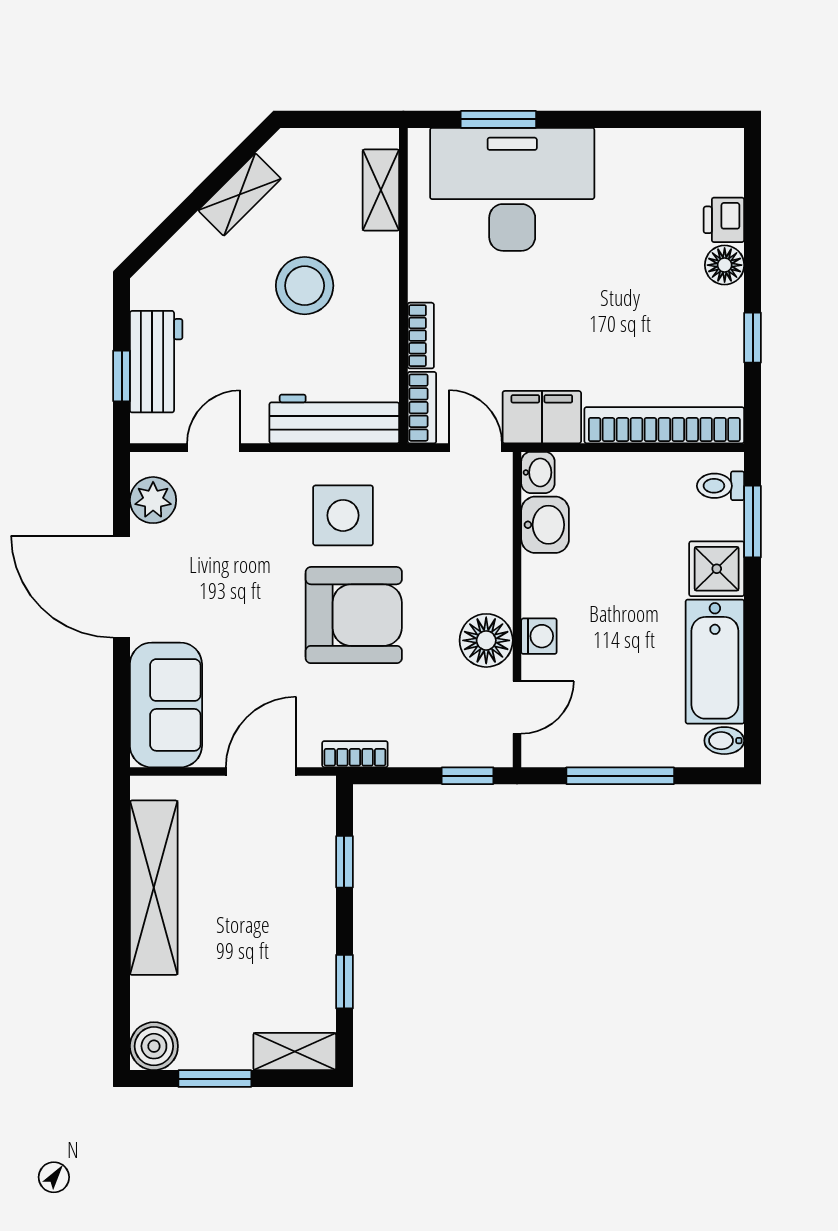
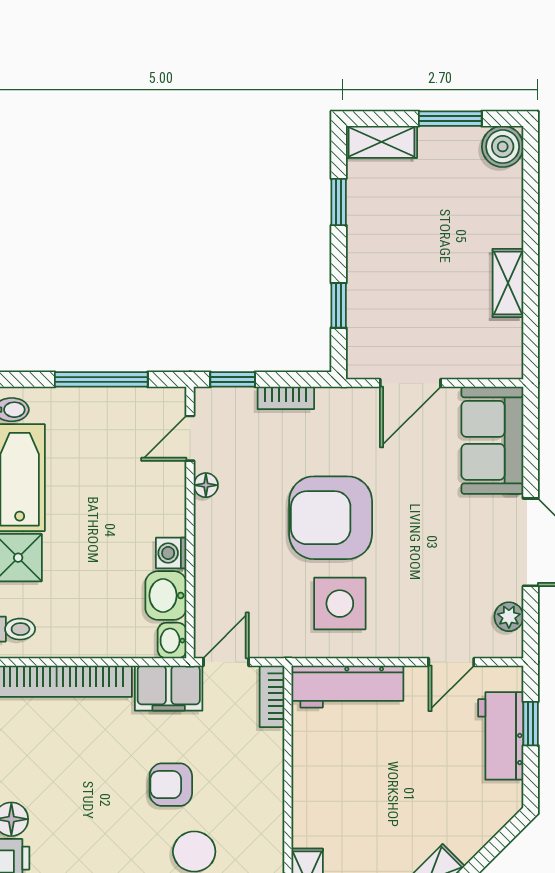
stool: (305, 286) -> (373, 801), removed
armchair: (539, 305) -> (171, 785), added
bookcase: (421, 336) -> (273, 758), removed
door: (475, 448) -> (226, 662), swing flipped
plant: (153, 500) -> (509, 617), width x0.73, depth x0.73
washing machine: (539, 636) -> (171, 553), moved
floor lamp: (486, 640) -> (206, 485), width x0.53, depth x0.53
bookcase: (355, 754) -> (286, 398), moved
shelving: (154, 888) -> (508, 283), width x0.45, depth x0.75

